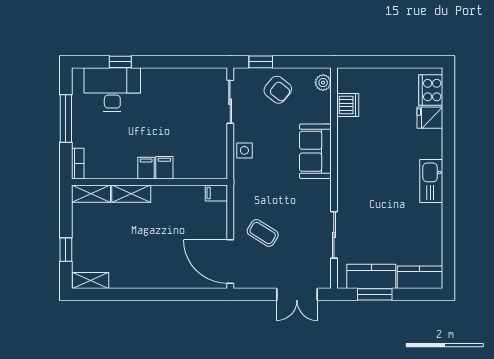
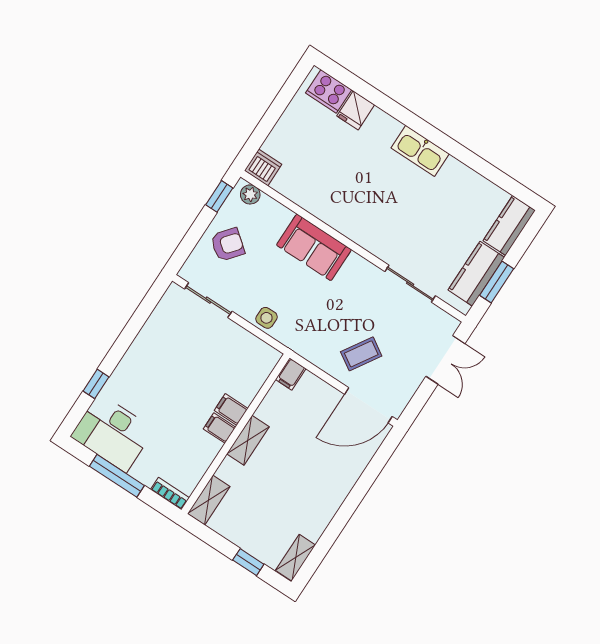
window: (261, 62) -> (219, 196), moved
desk: (112, 90) -> (112, 433), moved, turned -90
dishwasher: (348, 105) -> (263, 167), moved
shelving: (131, 194) -> (248, 440), moved

